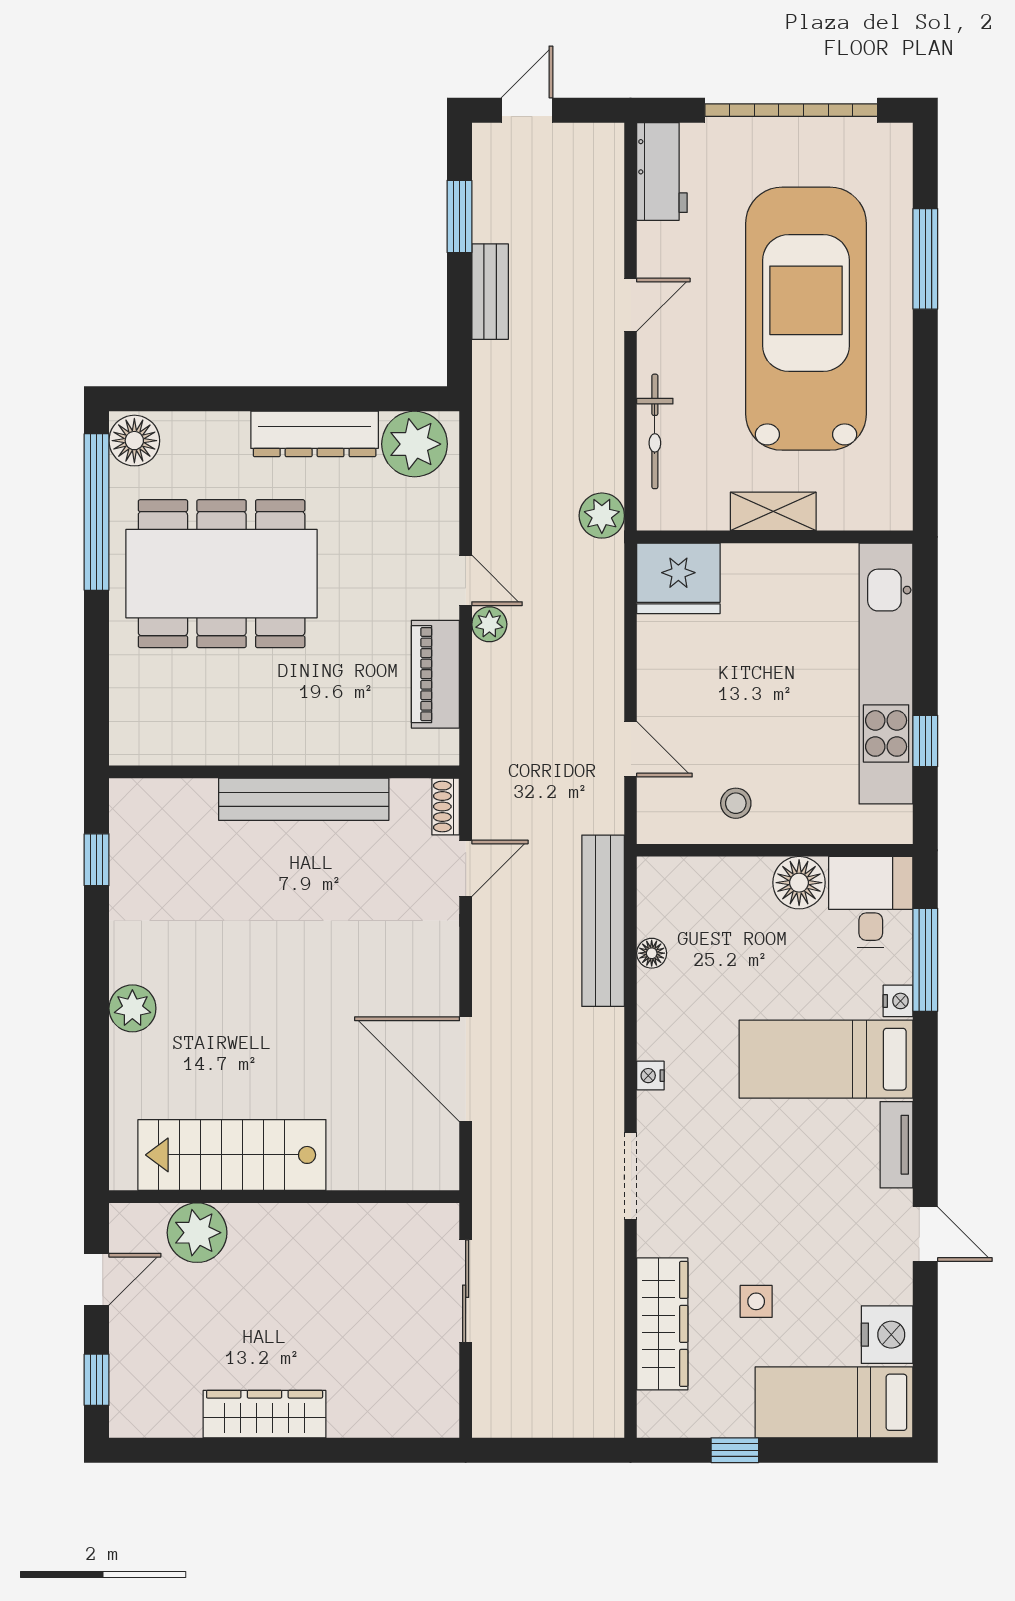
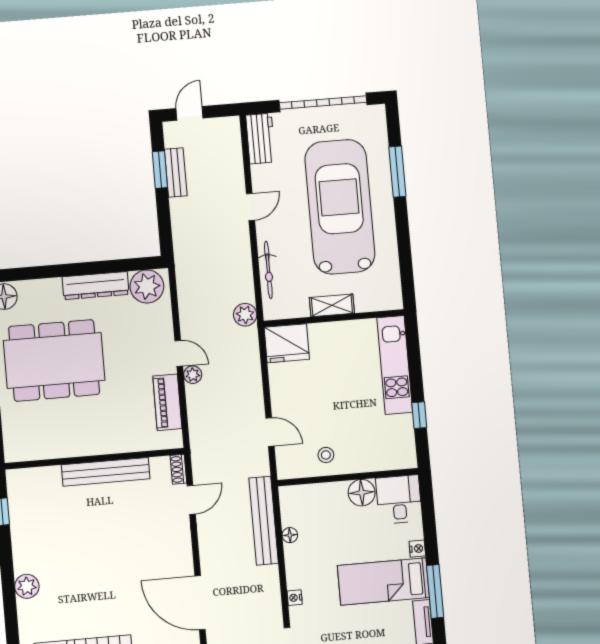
bench: (490, 292) -> (176, 173), moved
kitchen unit: (886, 673) -> (395, 365), width x0.73
window: (925, 960) -> (435, 591), moved

